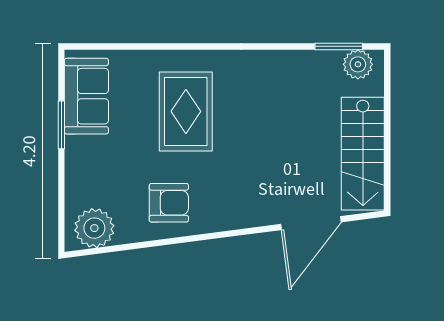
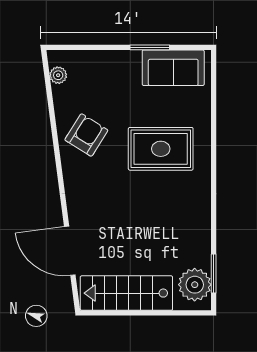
plant: (358, 64) -> (195, 285), width x1.36, depth x1.36
armchair: (169, 203) -> (86, 135), turned -148
plant: (94, 228) -> (58, 75), width x0.53, depth x0.53

